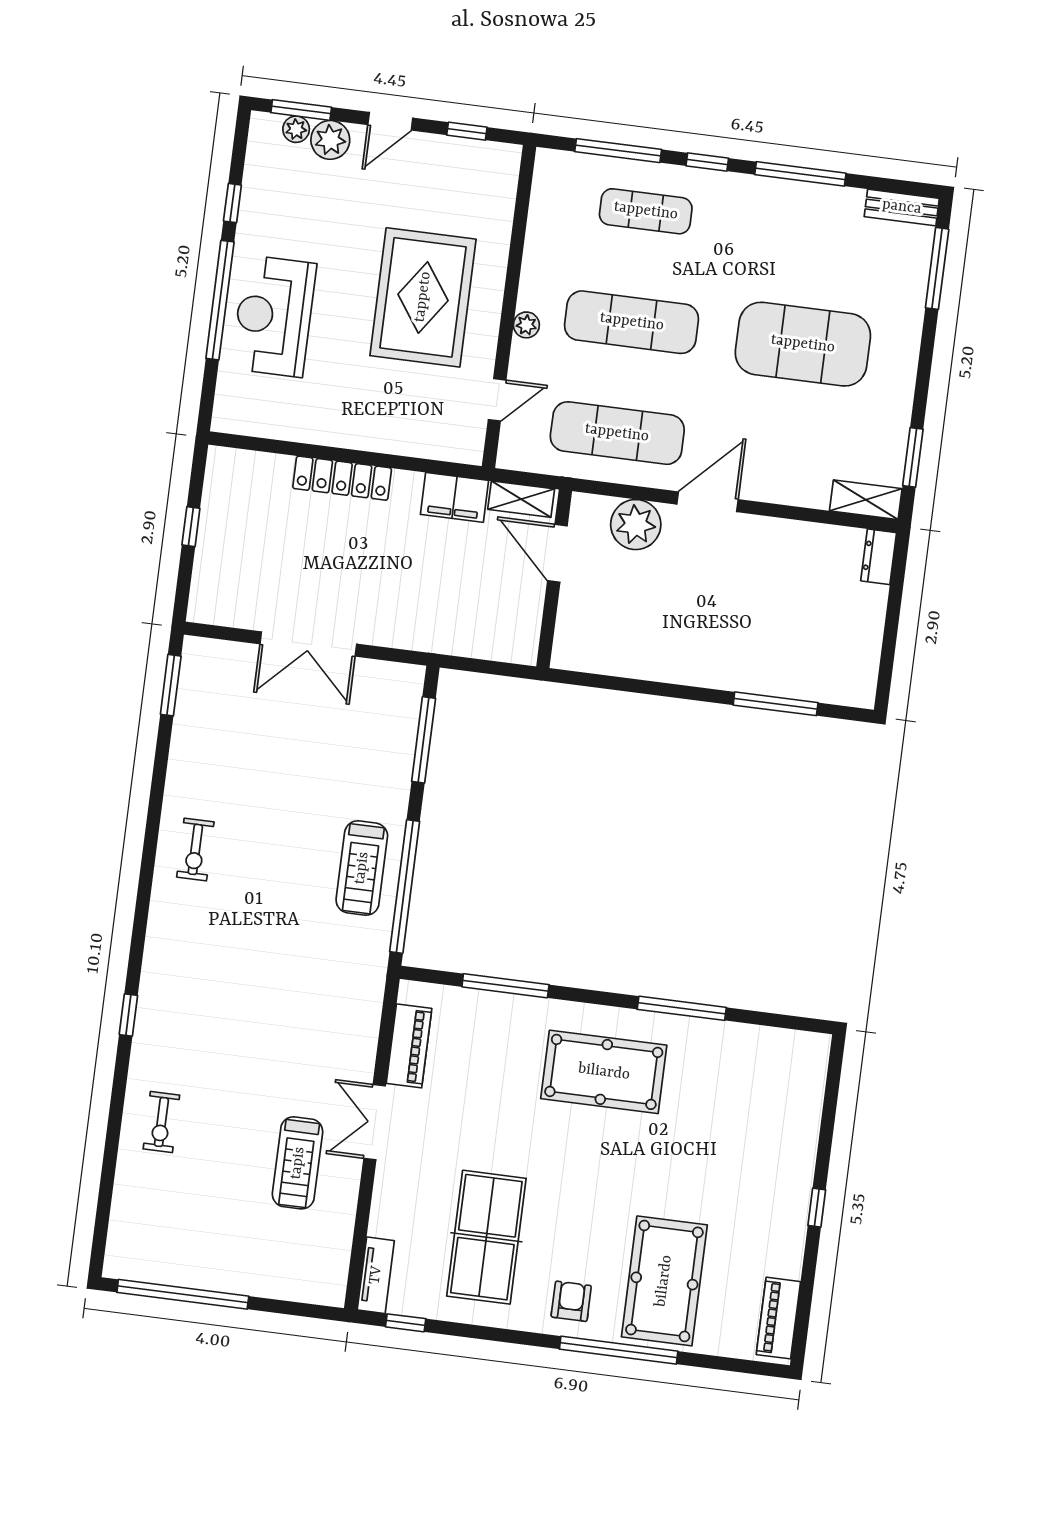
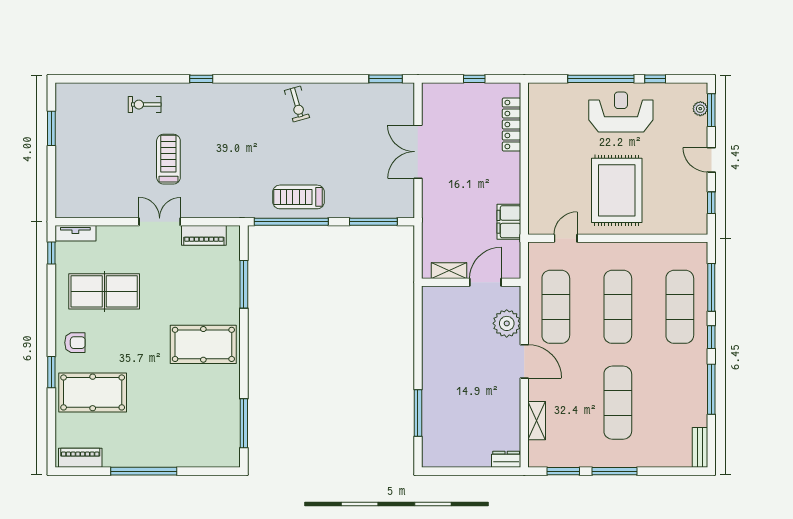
plant: (330, 140) -> (697, 128), removed
exercise mat: (646, 211) -> (680, 307), width x1.36, depth x1.45
window: (937, 268) -> (614, 471), moved
rug: (423, 297) -> (617, 190), turned 90
reception desk: (274, 316) -> (621, 112), moved
plant: (526, 325) -> (609, 249), removed
exercise mat: (803, 344) -> (618, 403), width x0.68
door: (497, 400) -> (566, 238), swing flipped
locker: (342, 478) -> (512, 125), moved
shelving: (521, 499) -> (449, 271), moved, turned 90
shelving: (866, 500) -> (537, 421), moved
exercise bike: (195, 849) -> (297, 104), turned -106
window: (682, 1008) -> (244, 423), moved
pool table: (604, 1072) -> (203, 344), turned 90
treadmill: (298, 1163) -> (168, 159), moved, turned 90
window: (817, 1208) -> (144, 471), width x3.17
window: (183, 1294) -> (51, 128), width x0.47
window: (619, 1350) -> (51, 372), width x0.47

